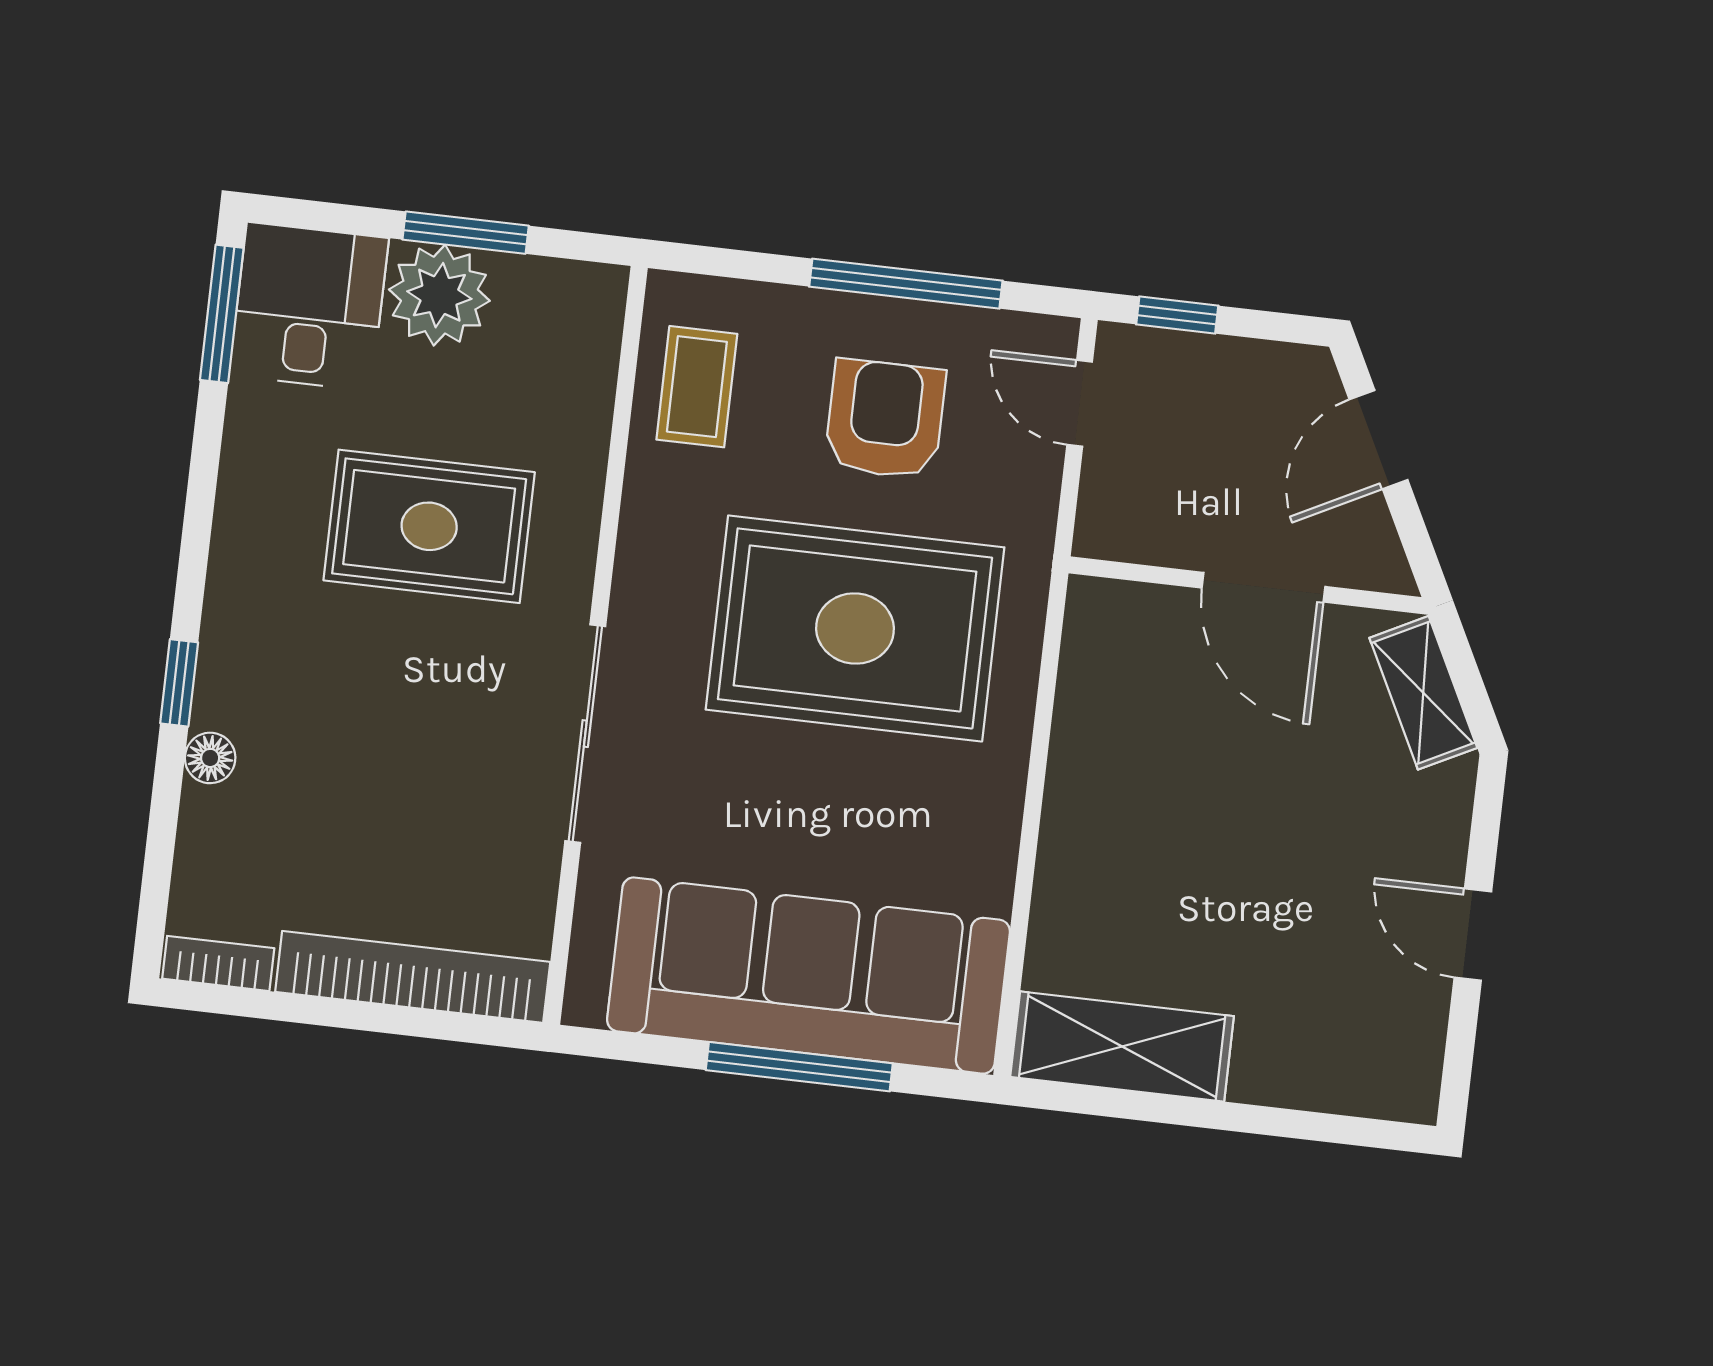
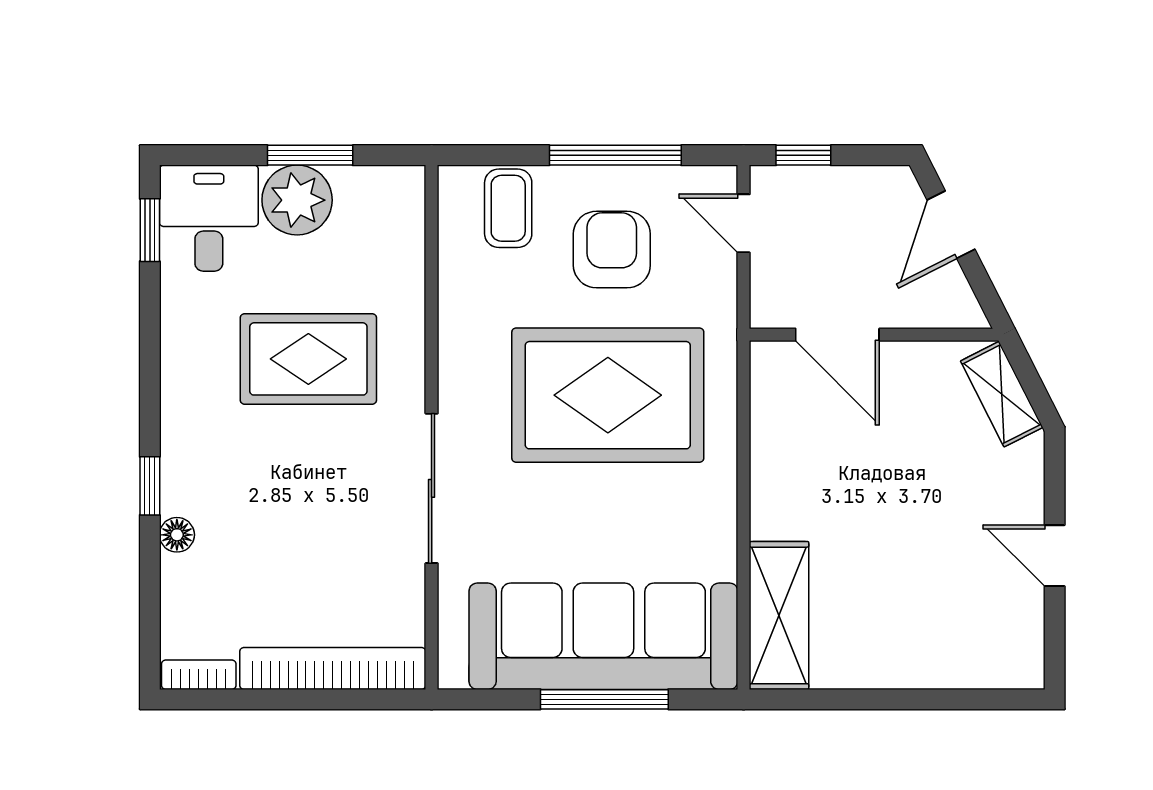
window: (222, 314) -> (150, 230), width x0.67
coffee table: (697, 387) -> (508, 208), moved
door: (1264, 587) -> (837, 335), moved
shelving: (1122, 1046) -> (779, 615), moved, turned 90

